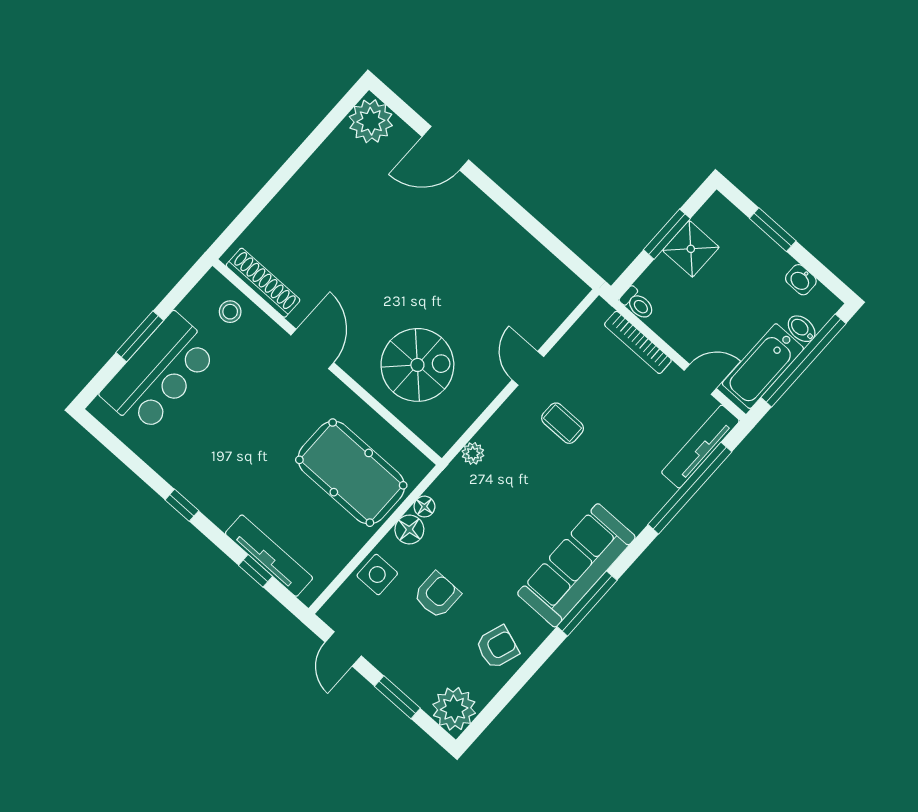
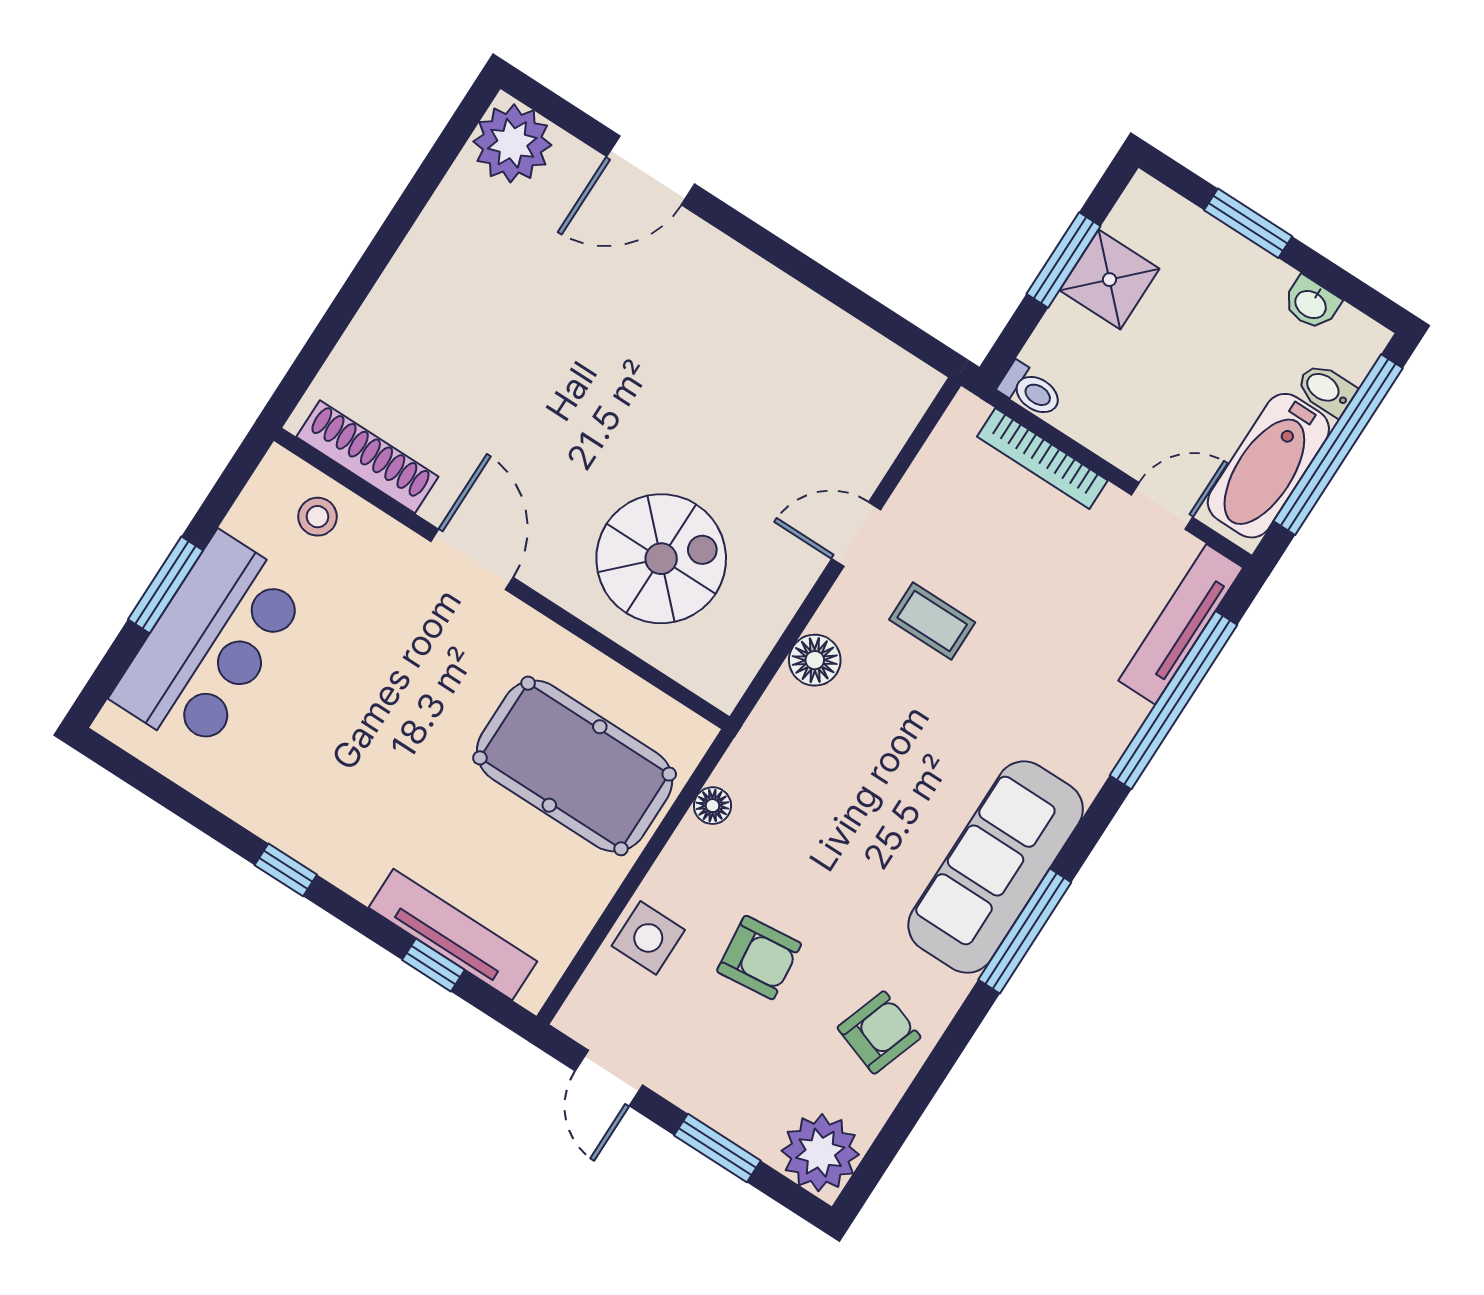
door: (528, 368) -> (856, 534), hinge flipped
plant: (473, 453) -> (783, 699), removed
floor lamp: (409, 530) -> (815, 660), moved
armchair: (437, 595) -> (759, 958), turned 84

